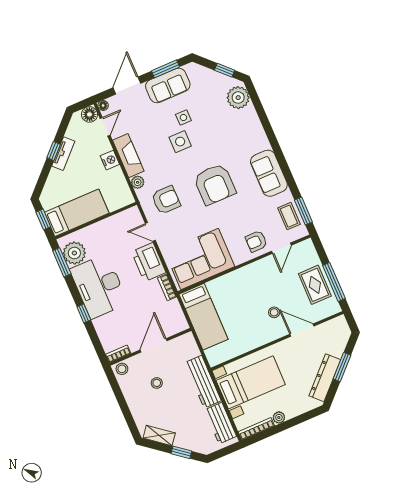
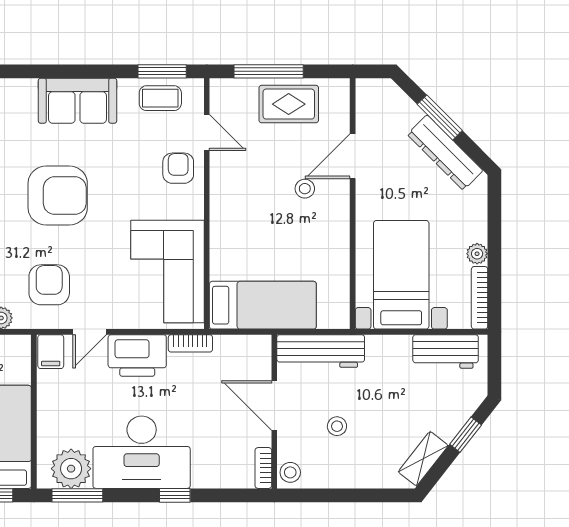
filing cabinet: (131, 216) -> (51, 352), added
armchair: (256, 241) -> (178, 168), turned 180
window: (334, 282) -> (269, 71), moved
workbench: (203, 382) -> (321, 351), moved

